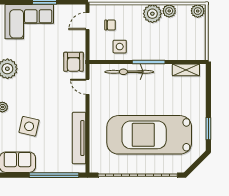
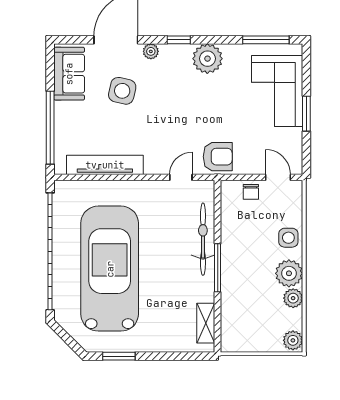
chair: (110, 25) -> (251, 192), moved
side table: (120, 47) -> (288, 238), moved
armchair: (74, 62) -> (218, 157), turned 180

